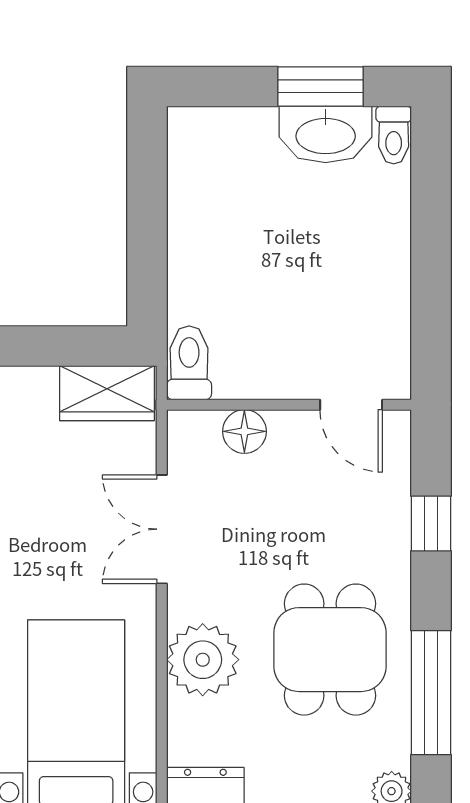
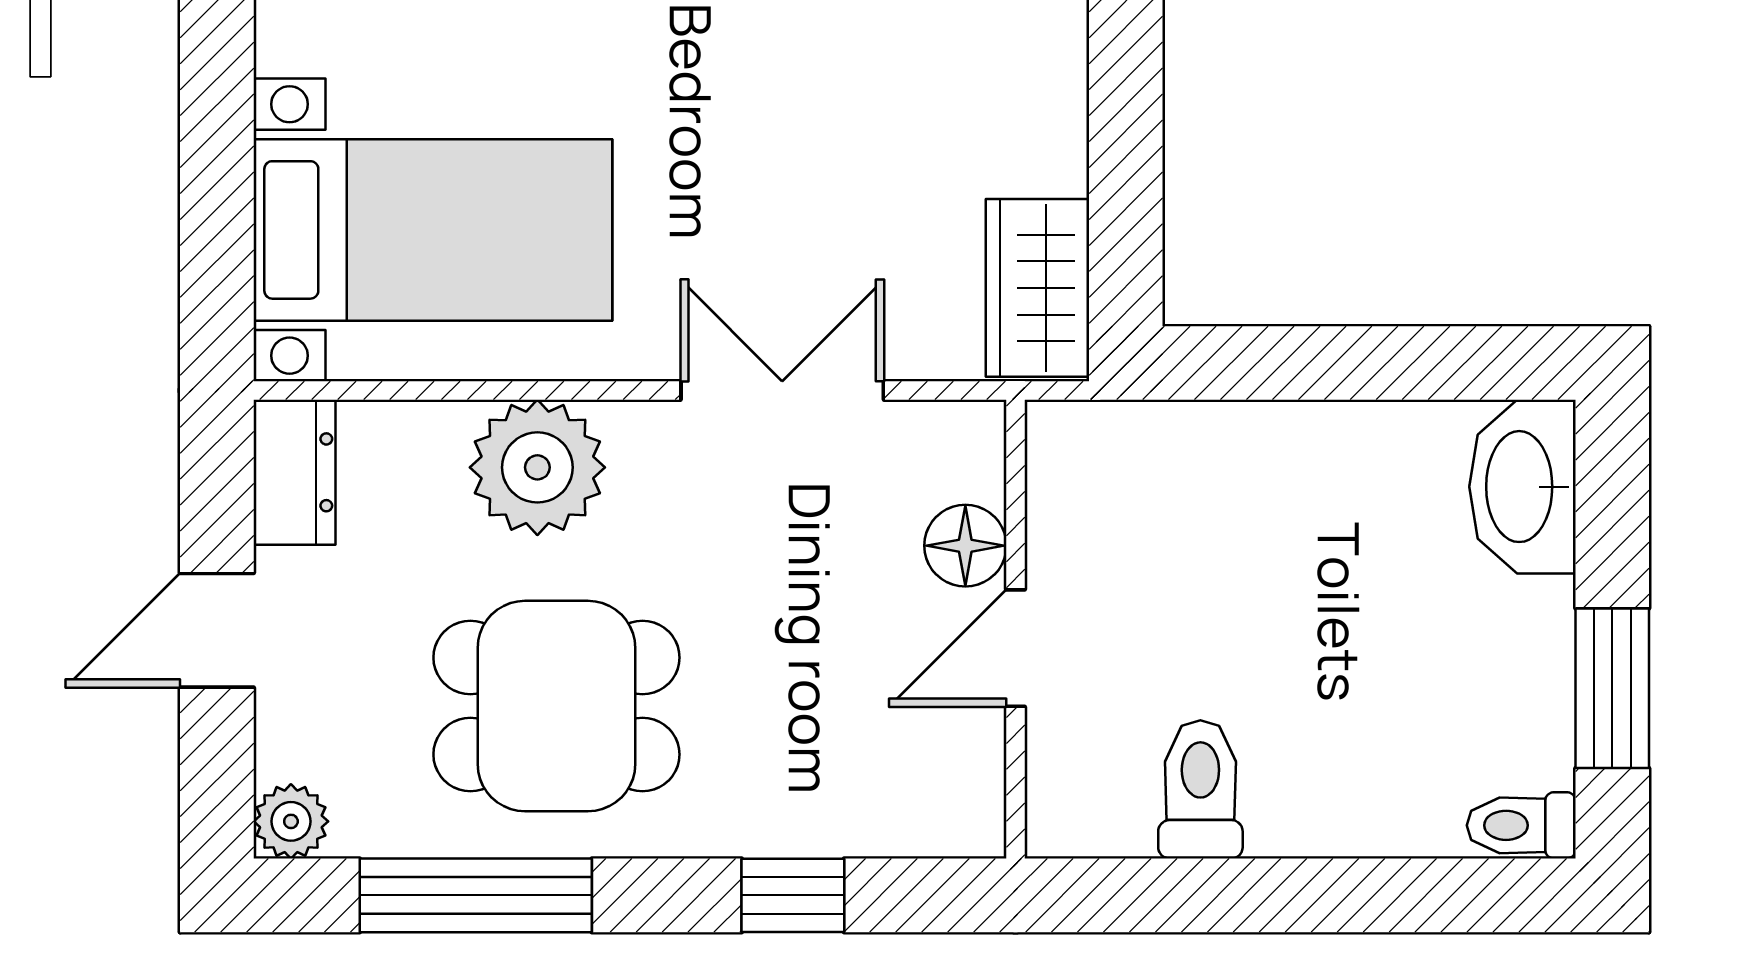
washbasin: (326, 134) -> (1522, 487), moved
toilet: (189, 363) -> (1200, 789), moved, turned -90
door: (351, 405) -> (1016, 648), moved

